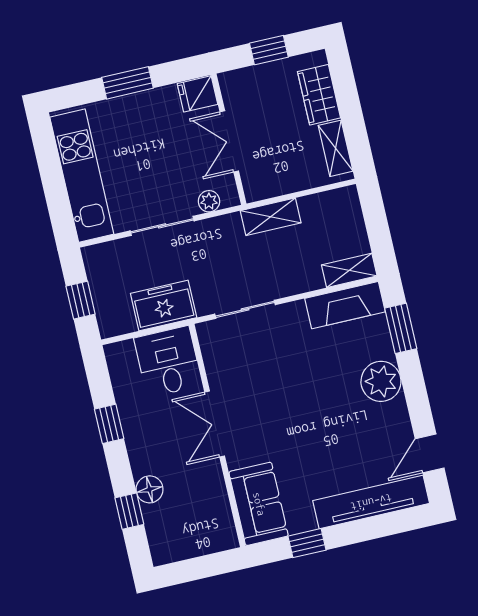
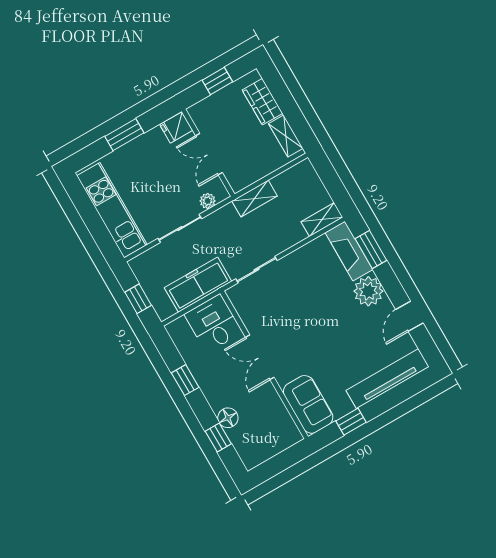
fireplace: (345, 305) -> (349, 251), moved, turned 90
freezer: (164, 306) -> (198, 285), width x1.40
door: (430, 453) -> (409, 316), moved

